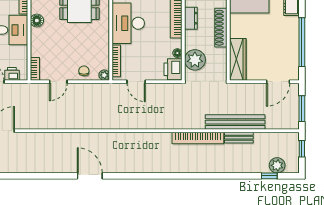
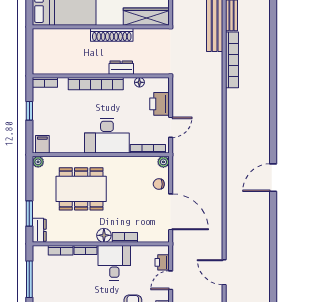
dresser: (191, 18) -> (121, 68), moved
plant: (195, 60) -> (147, 63), removed
bookcase: (35, 69) -> (125, 237), moved
printer: (173, 69) -> (160, 104), moved, turned 90
door: (58, 82) -> (171, 212), width x1.87

